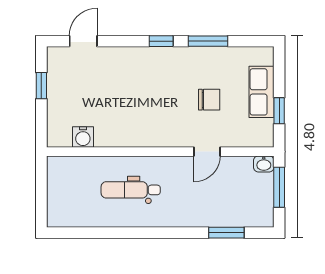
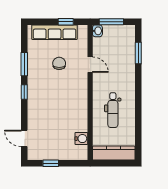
row of seats: (262, 92) -> (55, 32), width x1.48
kitchen counter: (59, 191) -> (114, 153), added

